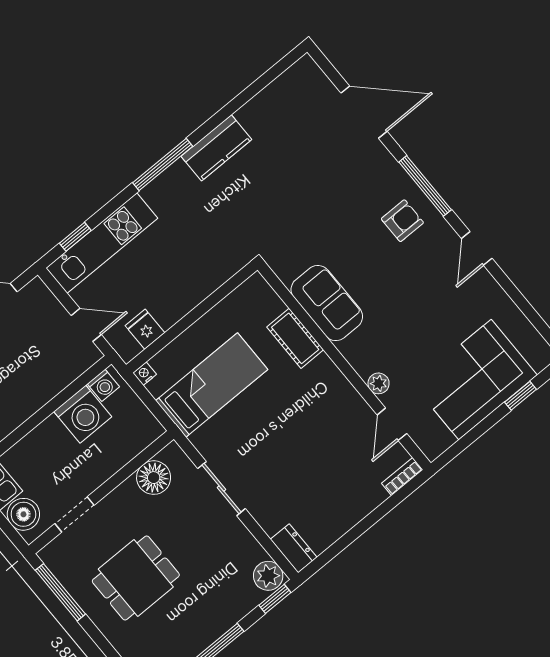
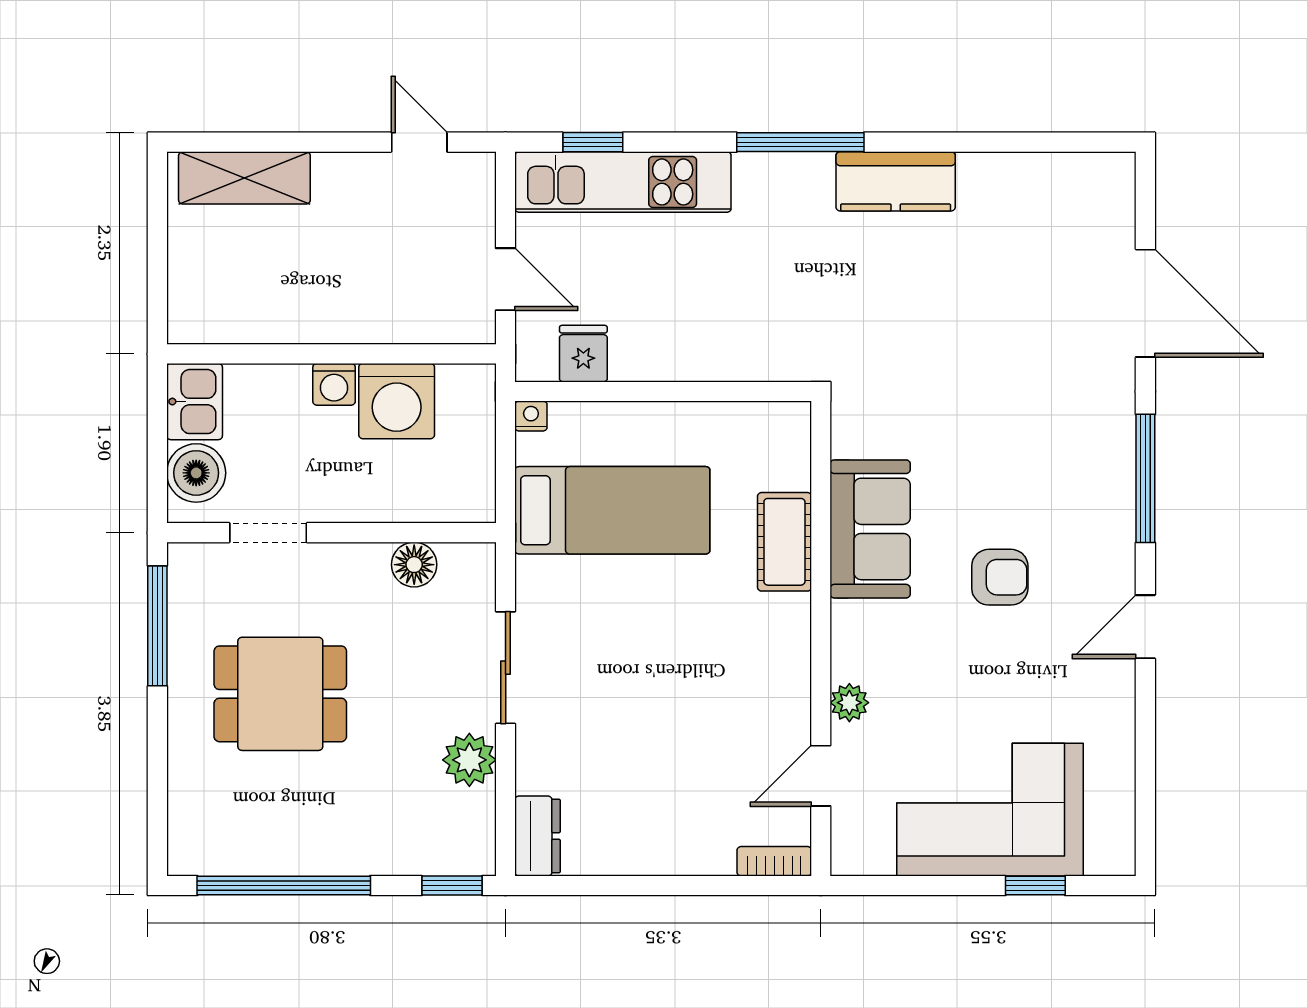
armchair: (402, 221) -> (1000, 577), moved
washing machine: (103, 385) -> (334, 384), moved
floor lamp: (154, 478) -> (414, 565), width x0.73, depth x0.73
plant: (268, 576) -> (469, 760), moved

